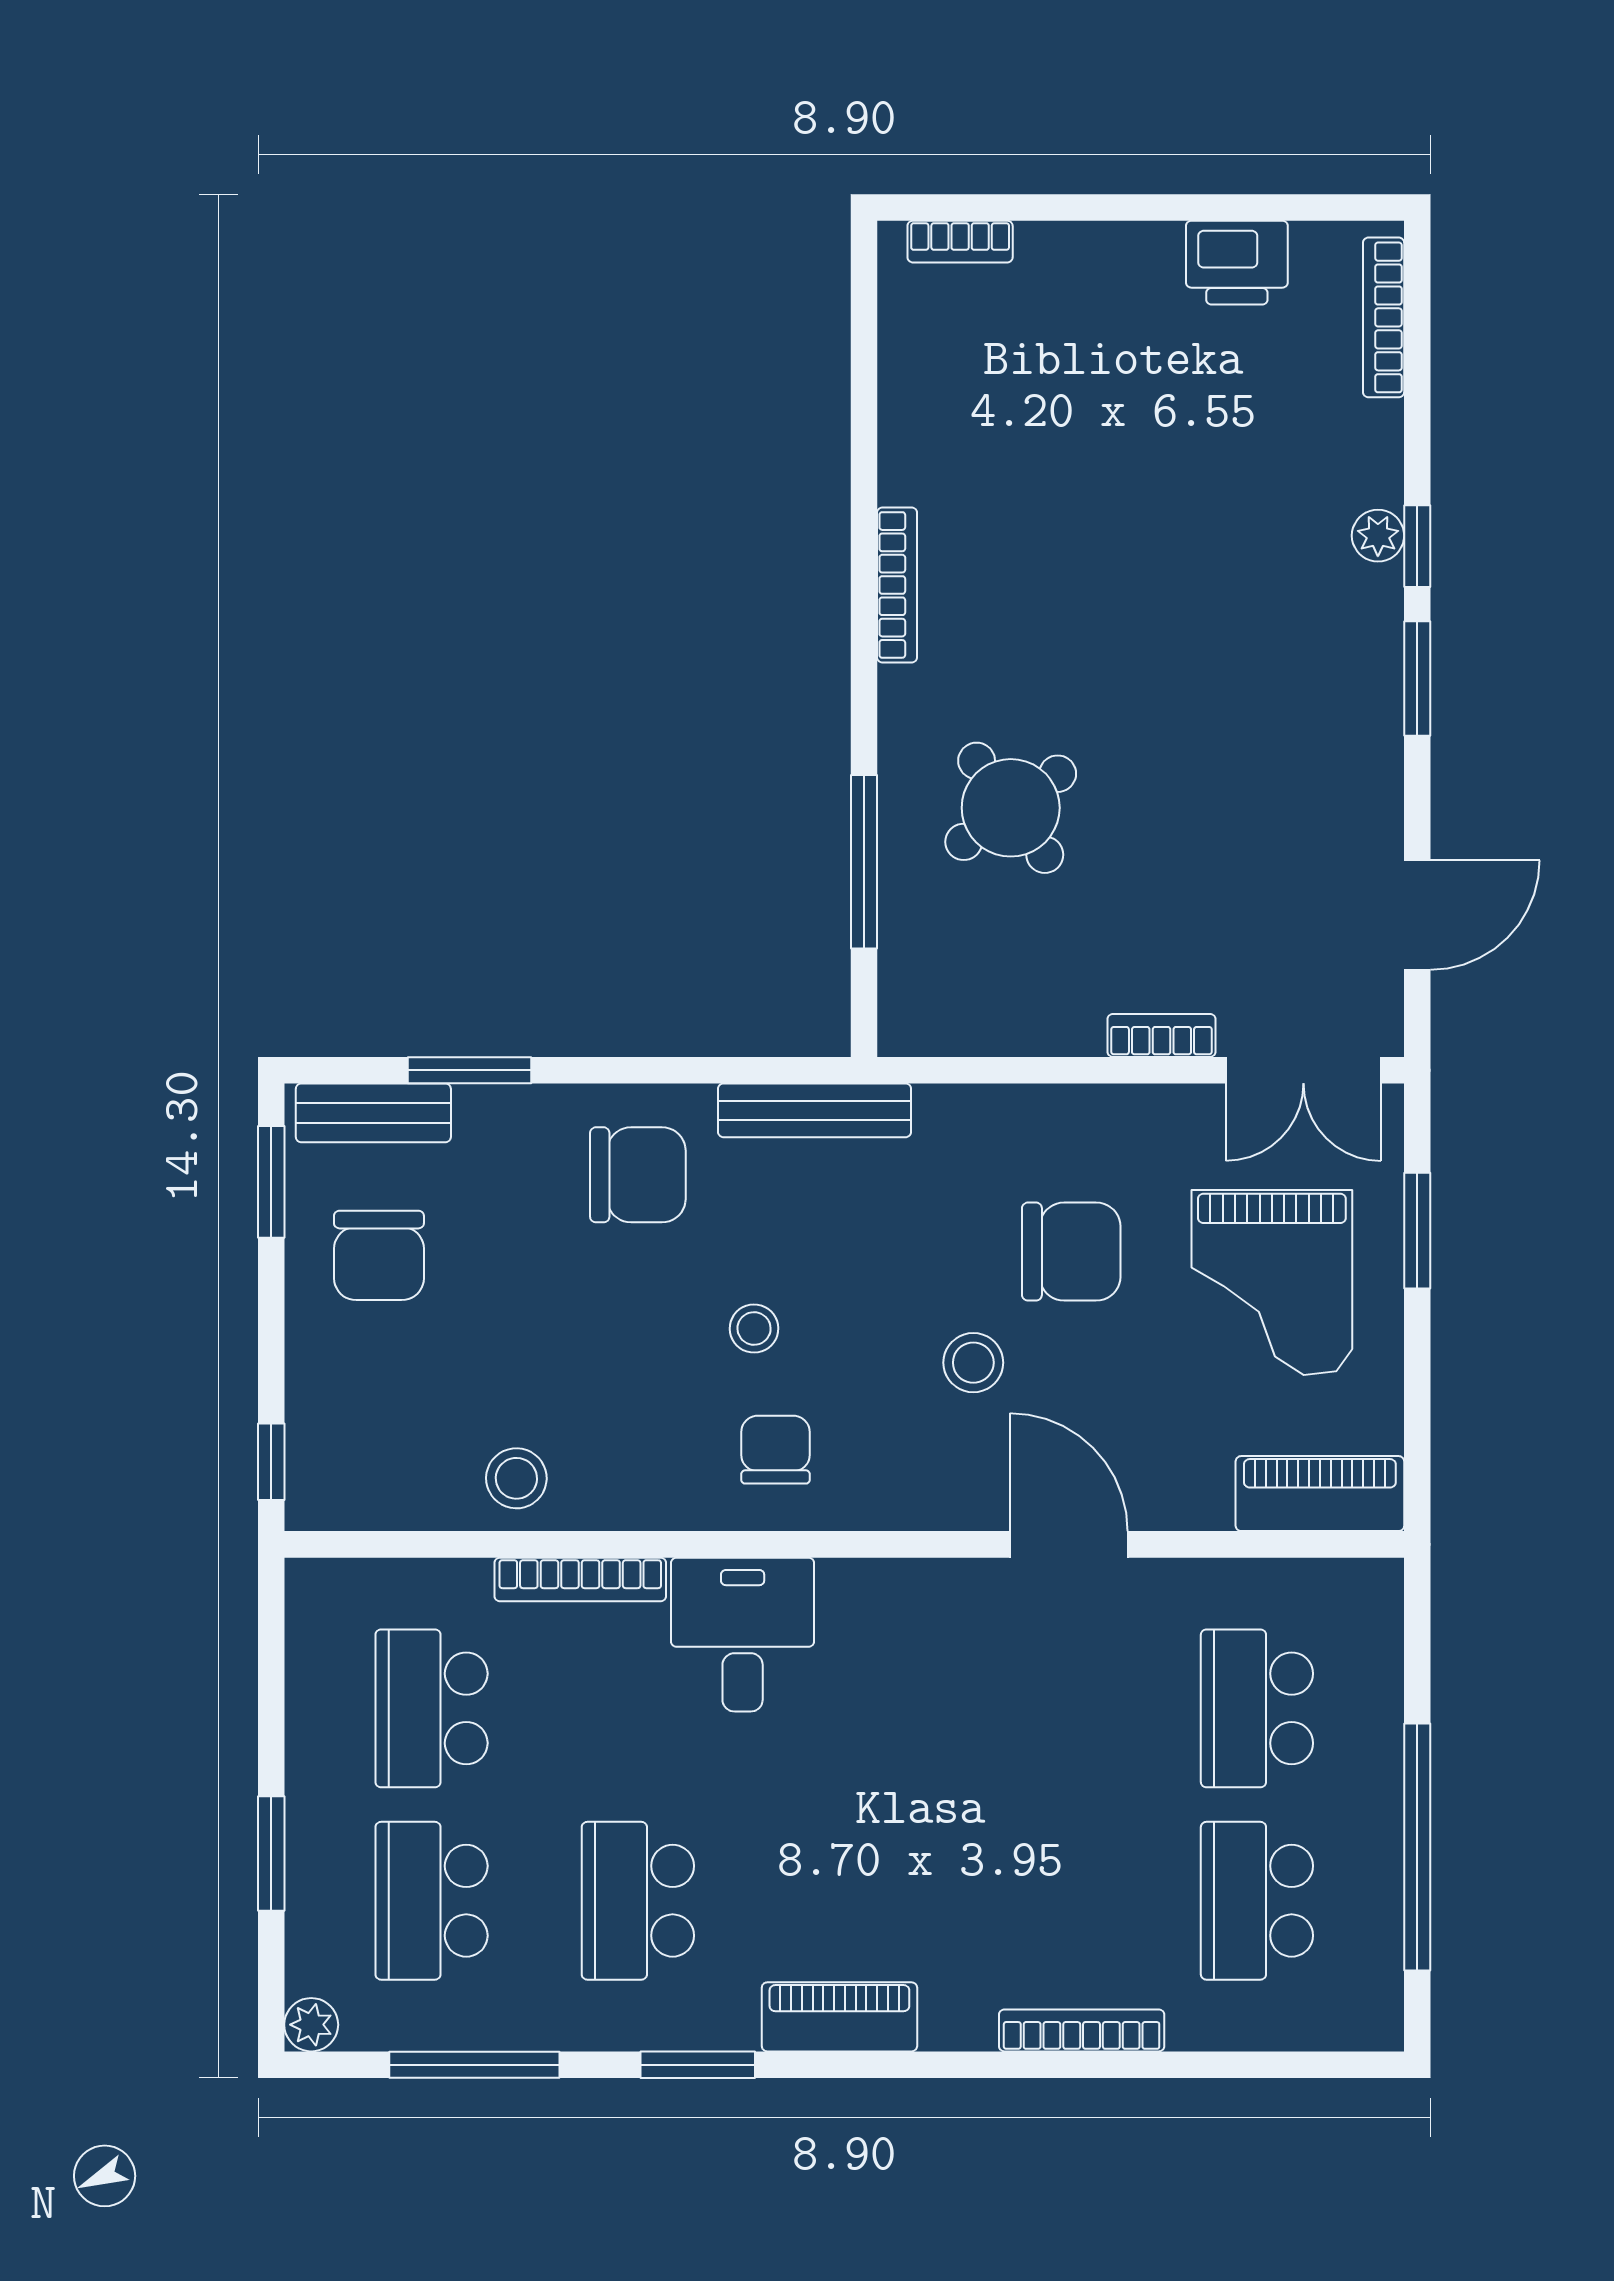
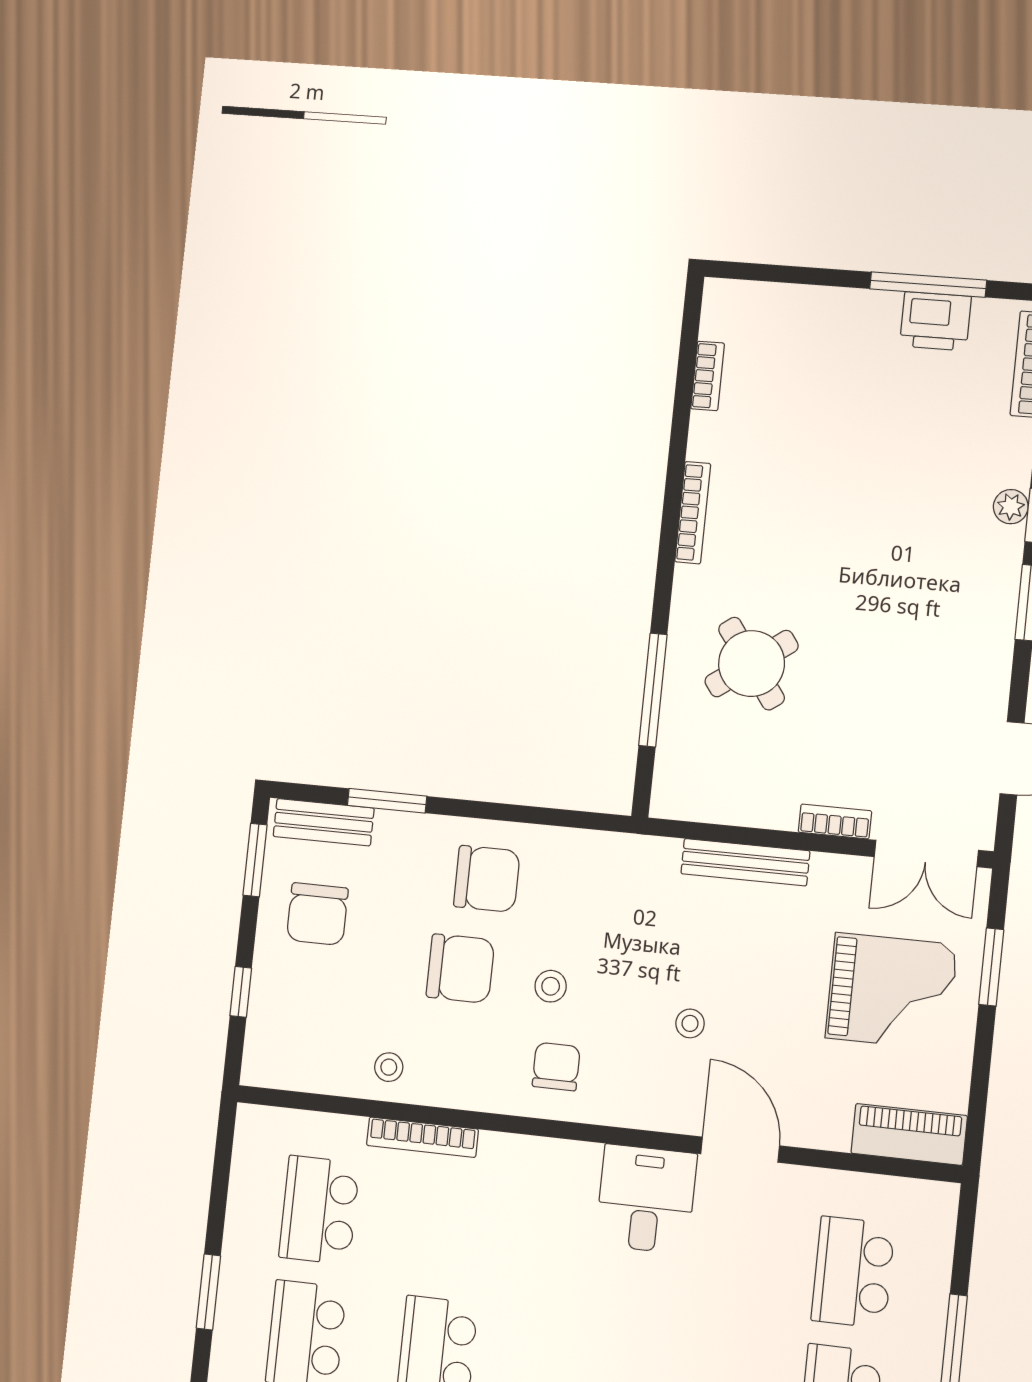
window: (1220, 207) -> (928, 285), added
bookcase: (960, 242) -> (708, 376), moved, turned -90
bench: (815, 1110) -> (745, 862), moved
chair: (1071, 1252) -> (460, 968), moved
grand piano: (1272, 1282) -> (891, 991), turned -90
stool: (973, 1363) -> (690, 1023), width x0.73, depth x0.73
window: (271, 1462) -> (241, 992), moved
stool: (516, 1478) -> (389, 1067), width x0.73, depth x0.73
desk: (743, 1635) -> (646, 1199), moved

